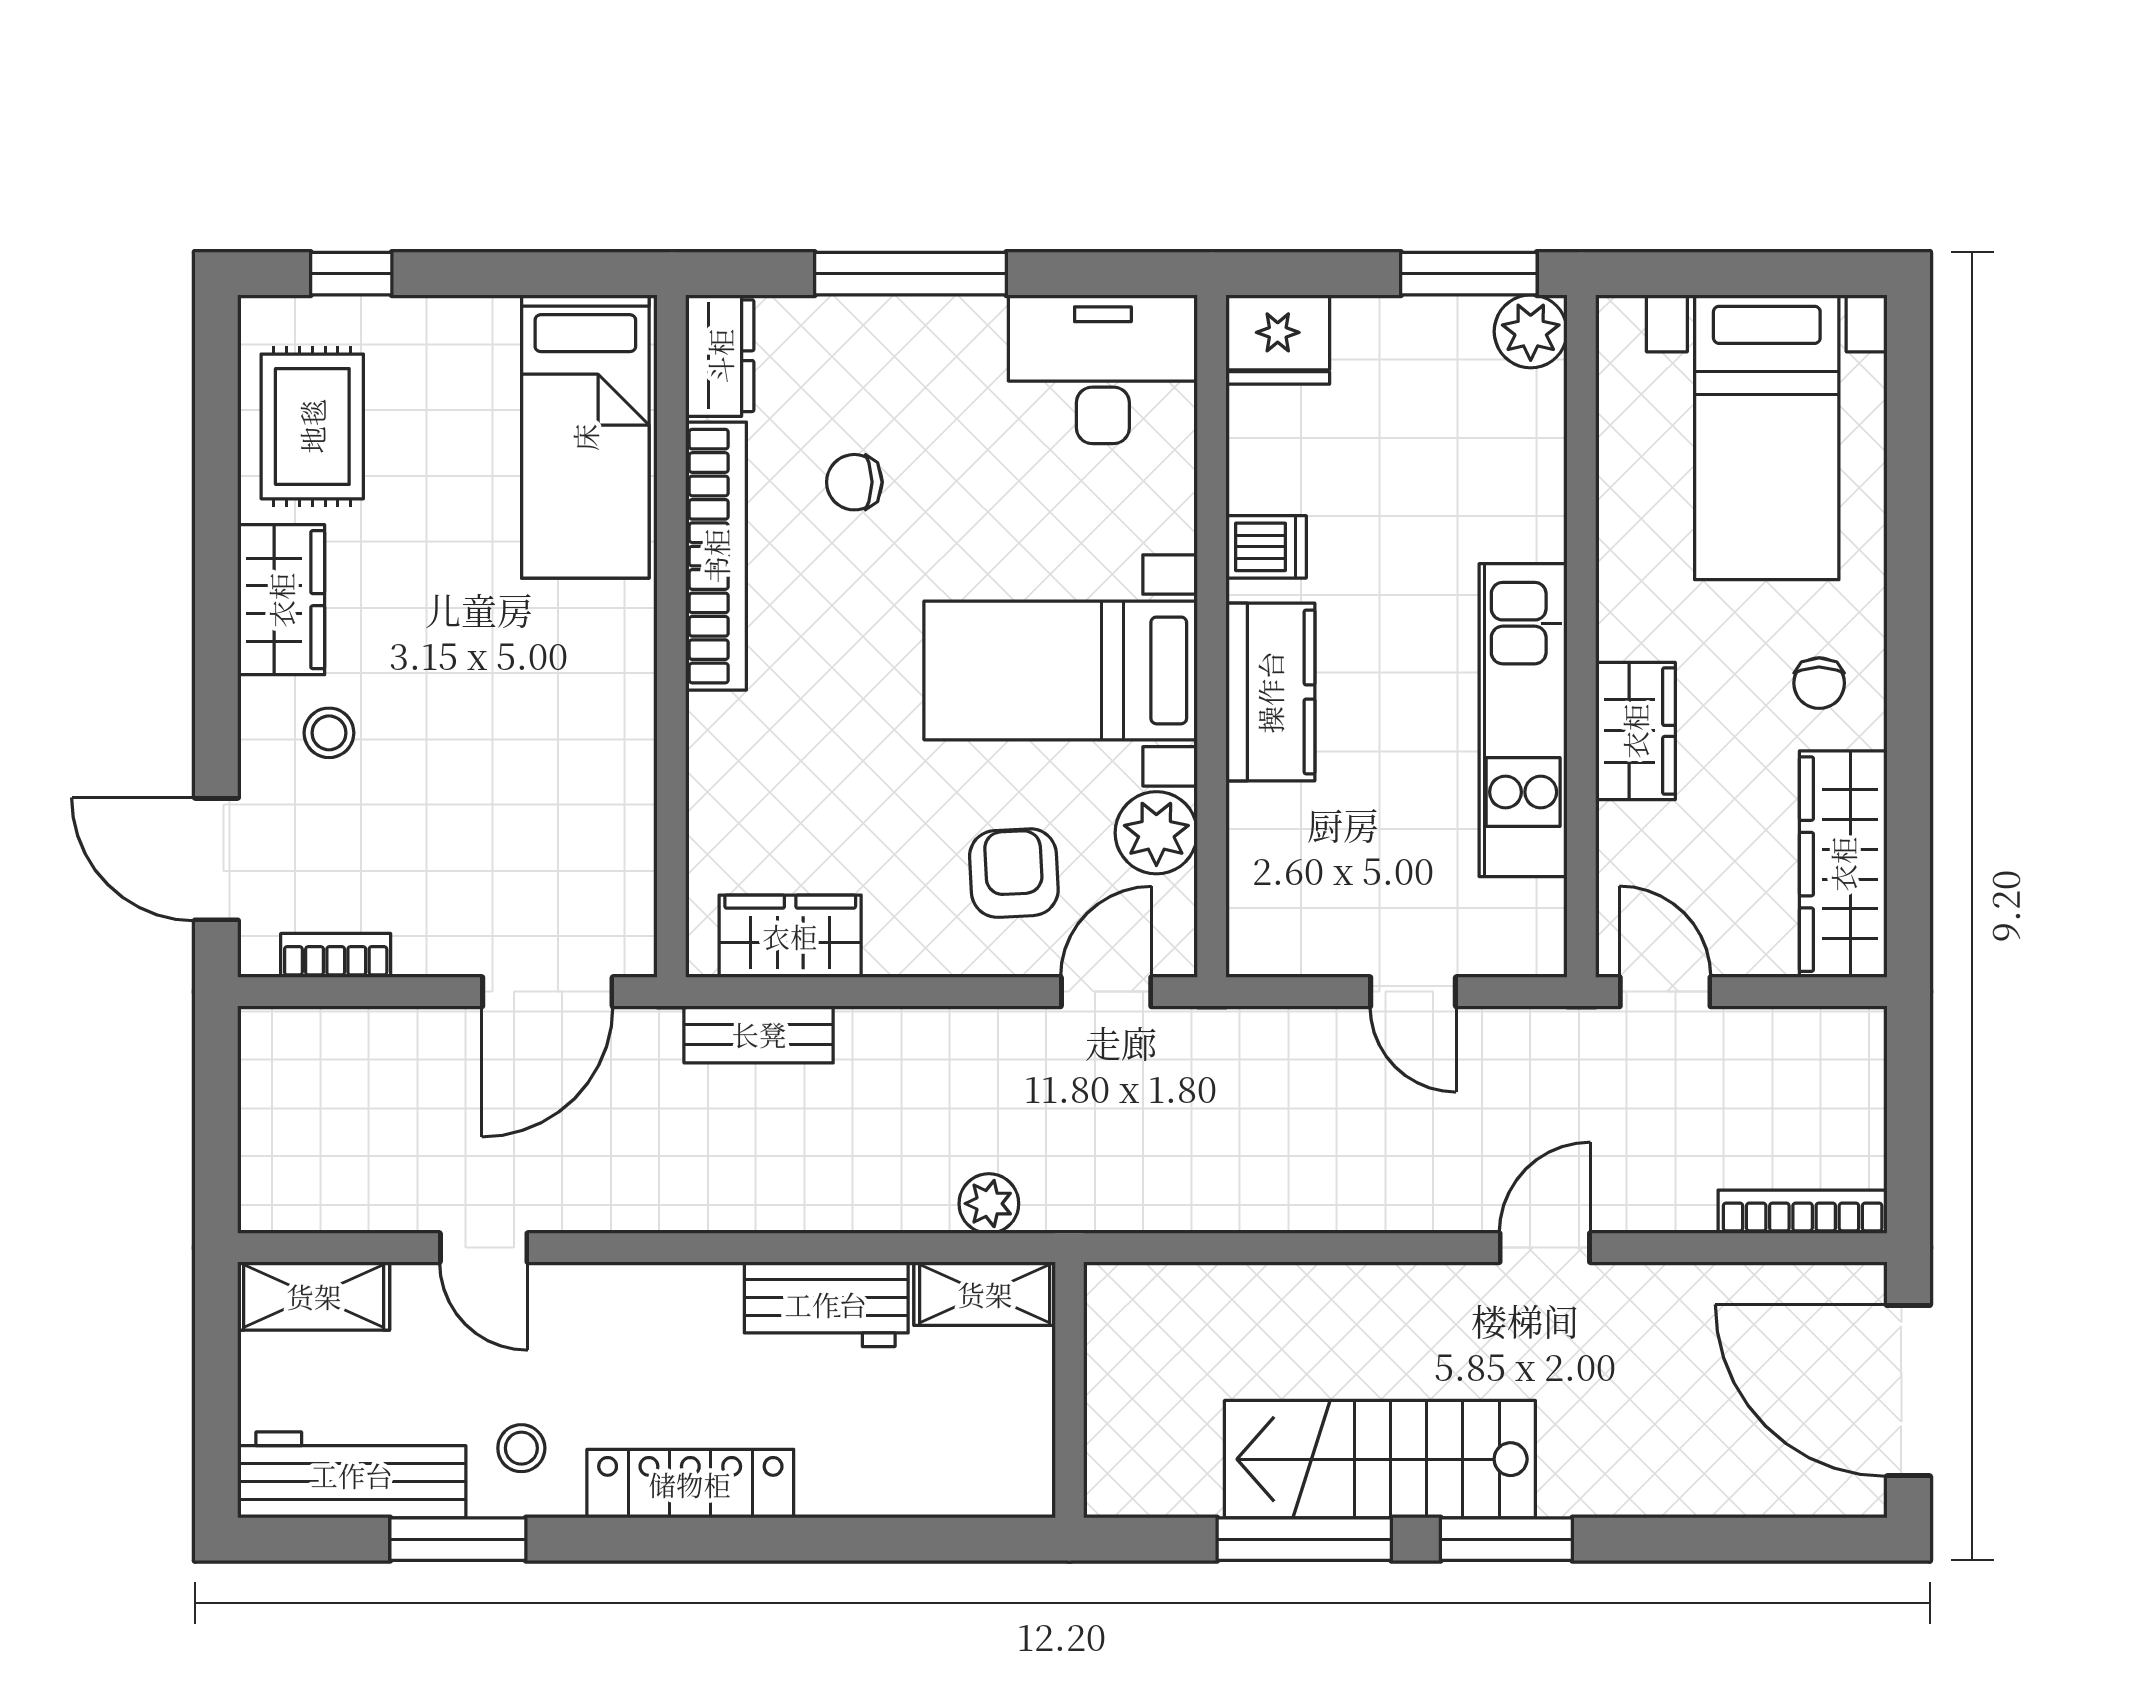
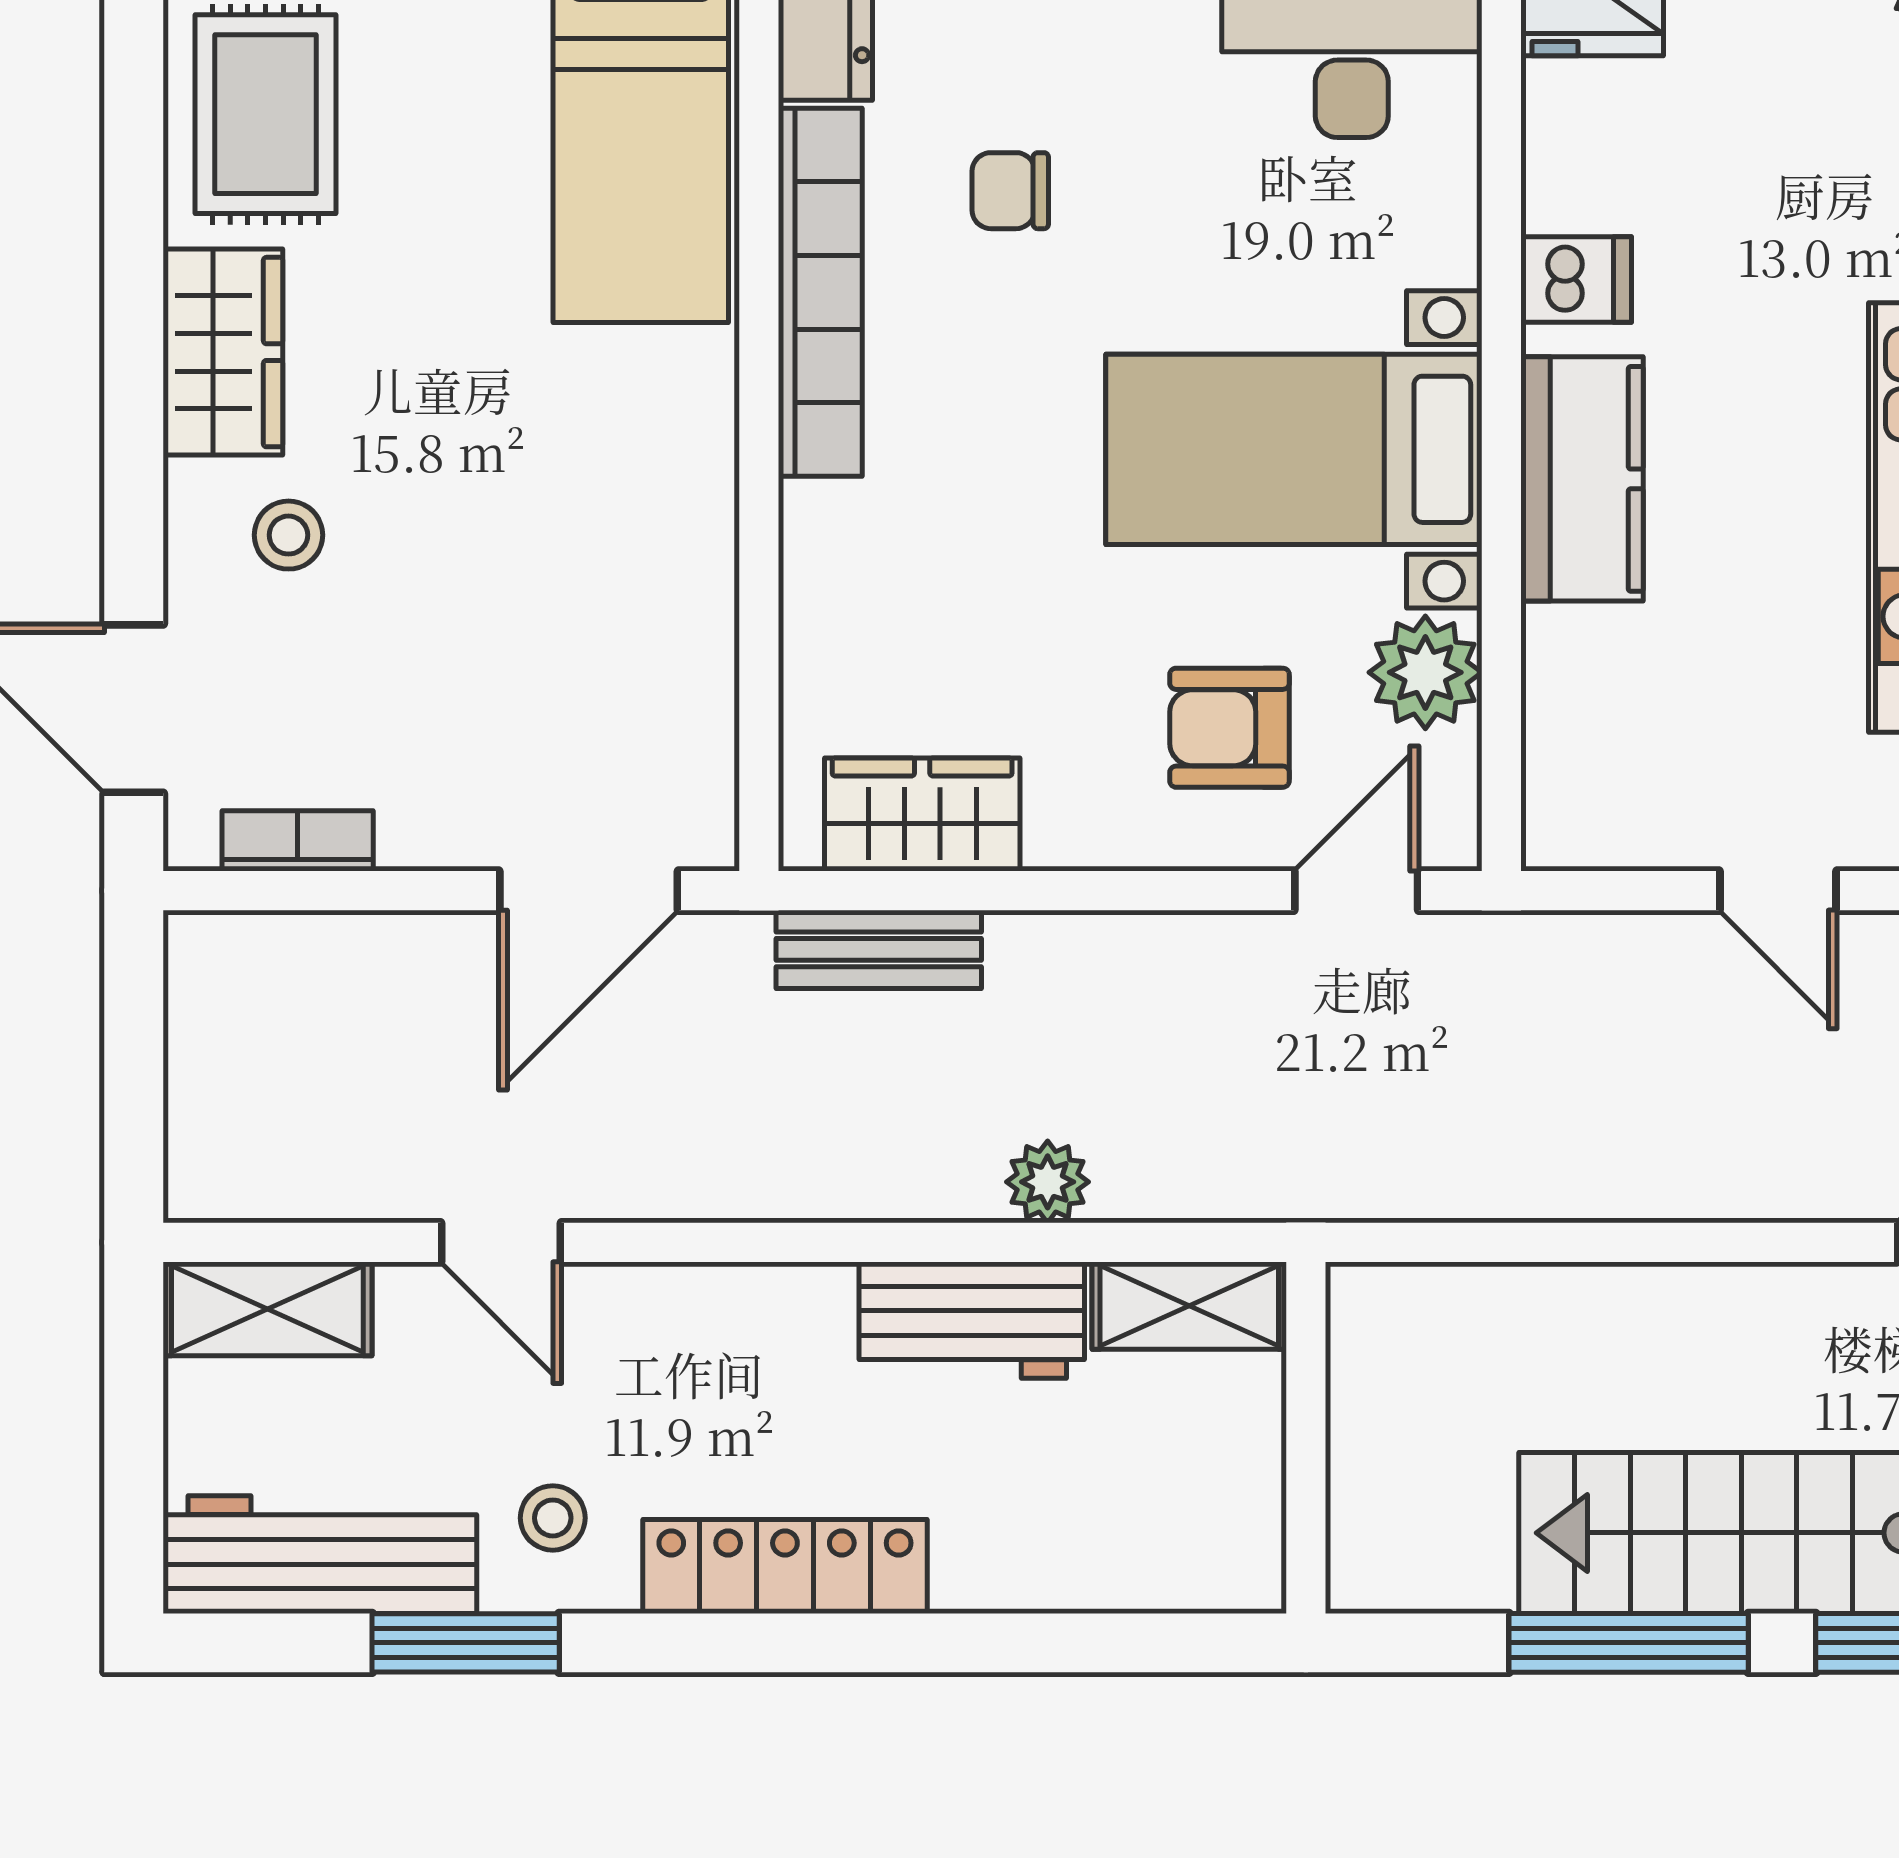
armchair: (1014, 873) -> (1229, 728), turned -87
plant: (989, 1204) -> (1048, 1182), moved

